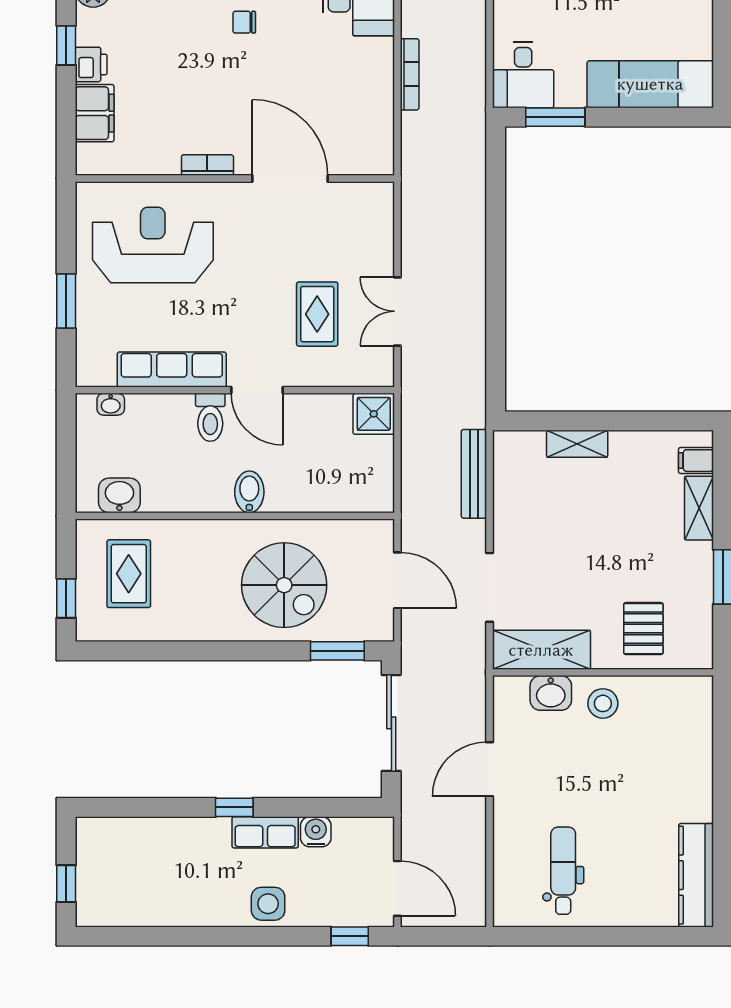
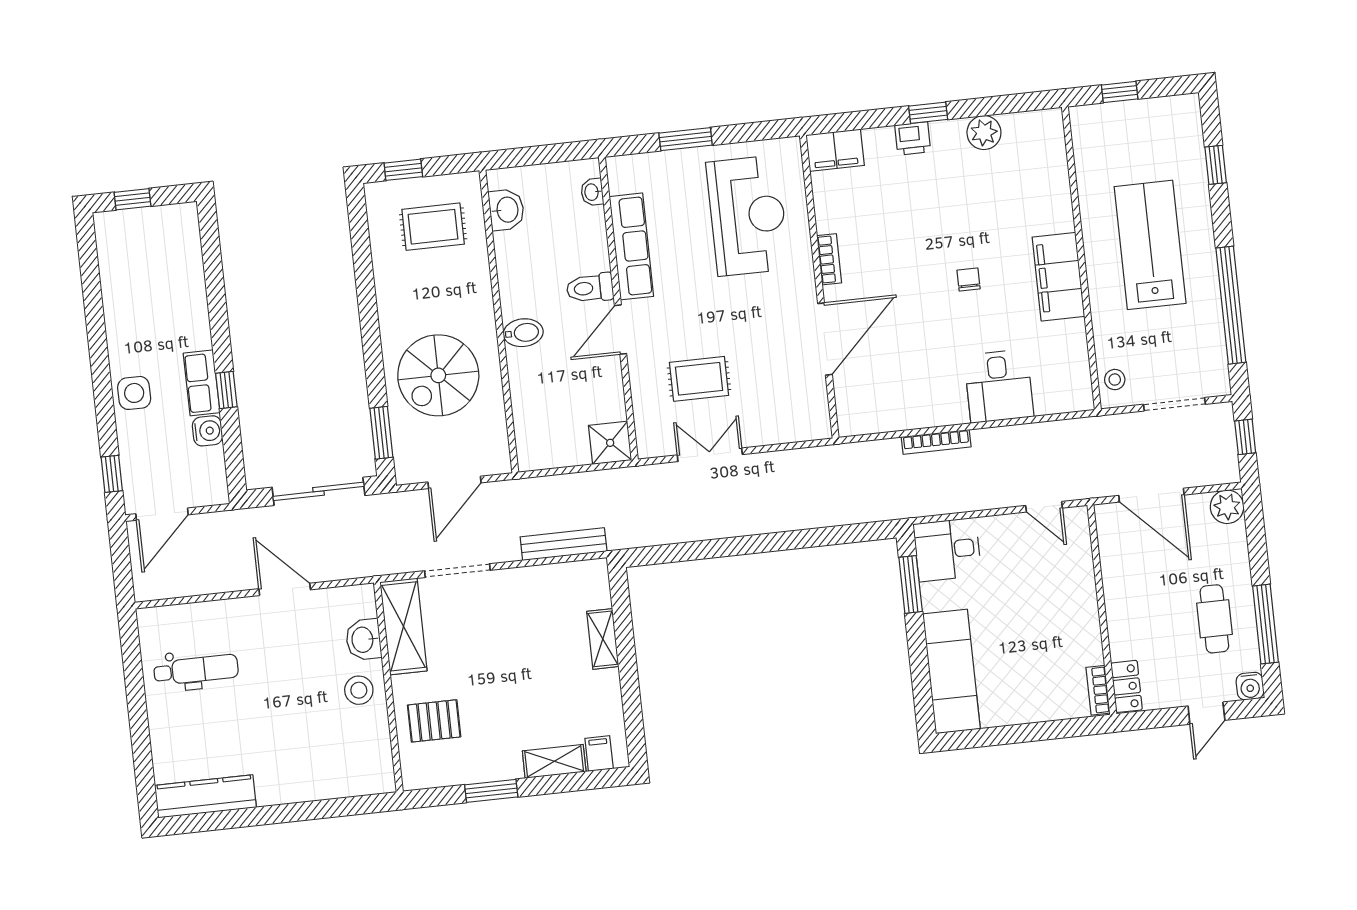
filing cabinet: (95, 113) -> (835, 150), moved
window: (234, 807) -> (226, 390), moved

